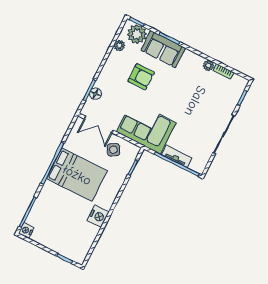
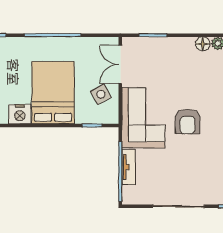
armchair: (141, 77) -> (187, 122), moved
floor lamp: (96, 94) -> (203, 44), moved
bed: (77, 175) -> (53, 93), moved, turned 180

